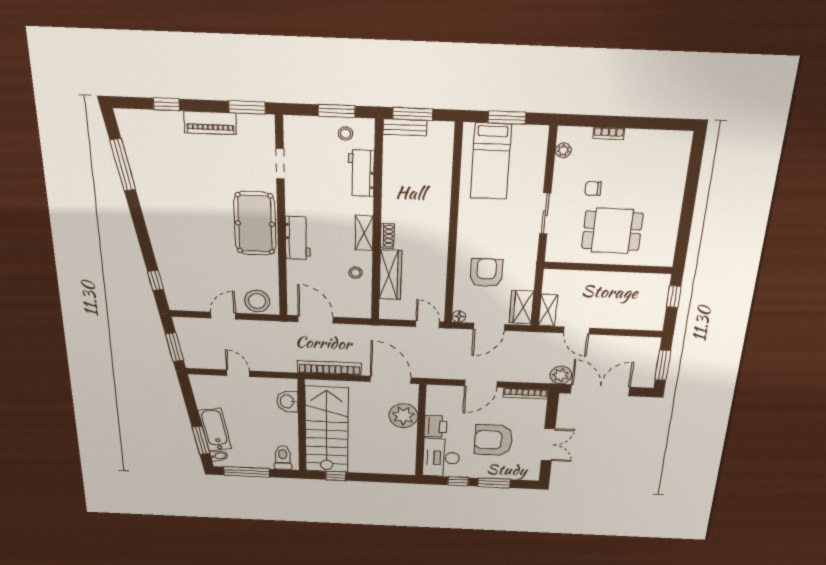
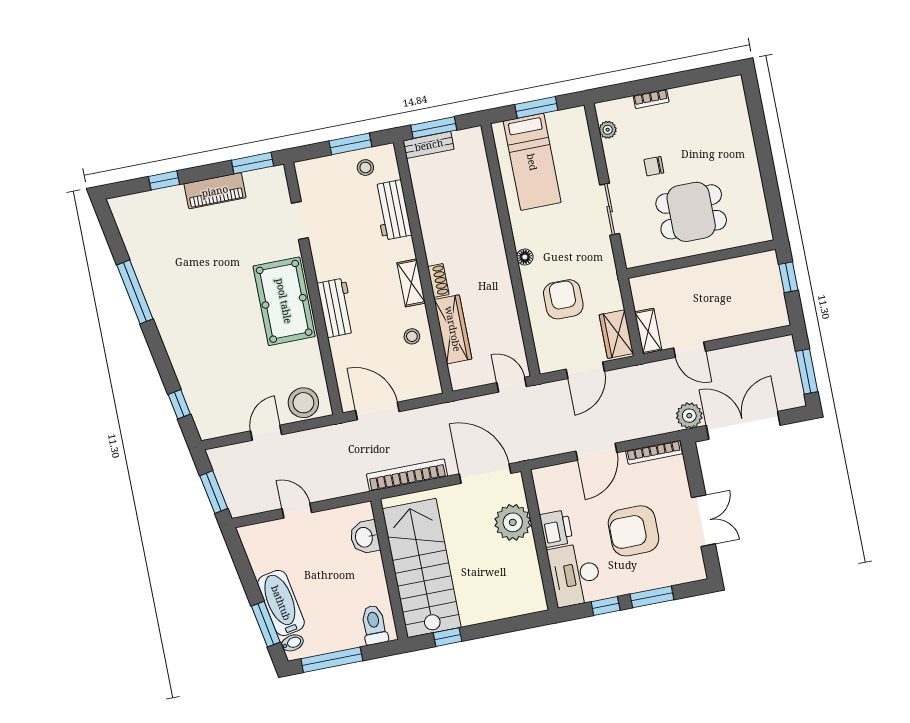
window: (123, 165) -> (135, 292), moved
floor lamp: (459, 316) -> (525, 257), moved

